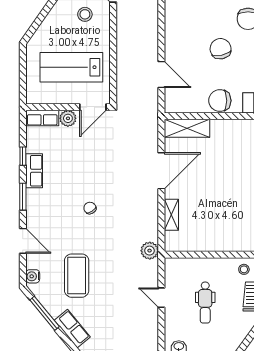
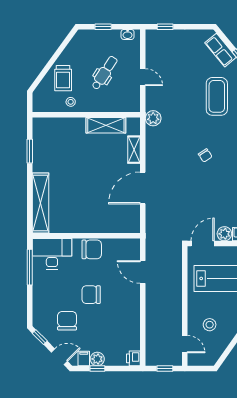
chair: (221, 49) -> (91, 295), turned 102
shelving: (187, 128) -> (106, 125), moved
dental chair: (205, 303) -> (104, 73), turned 33

